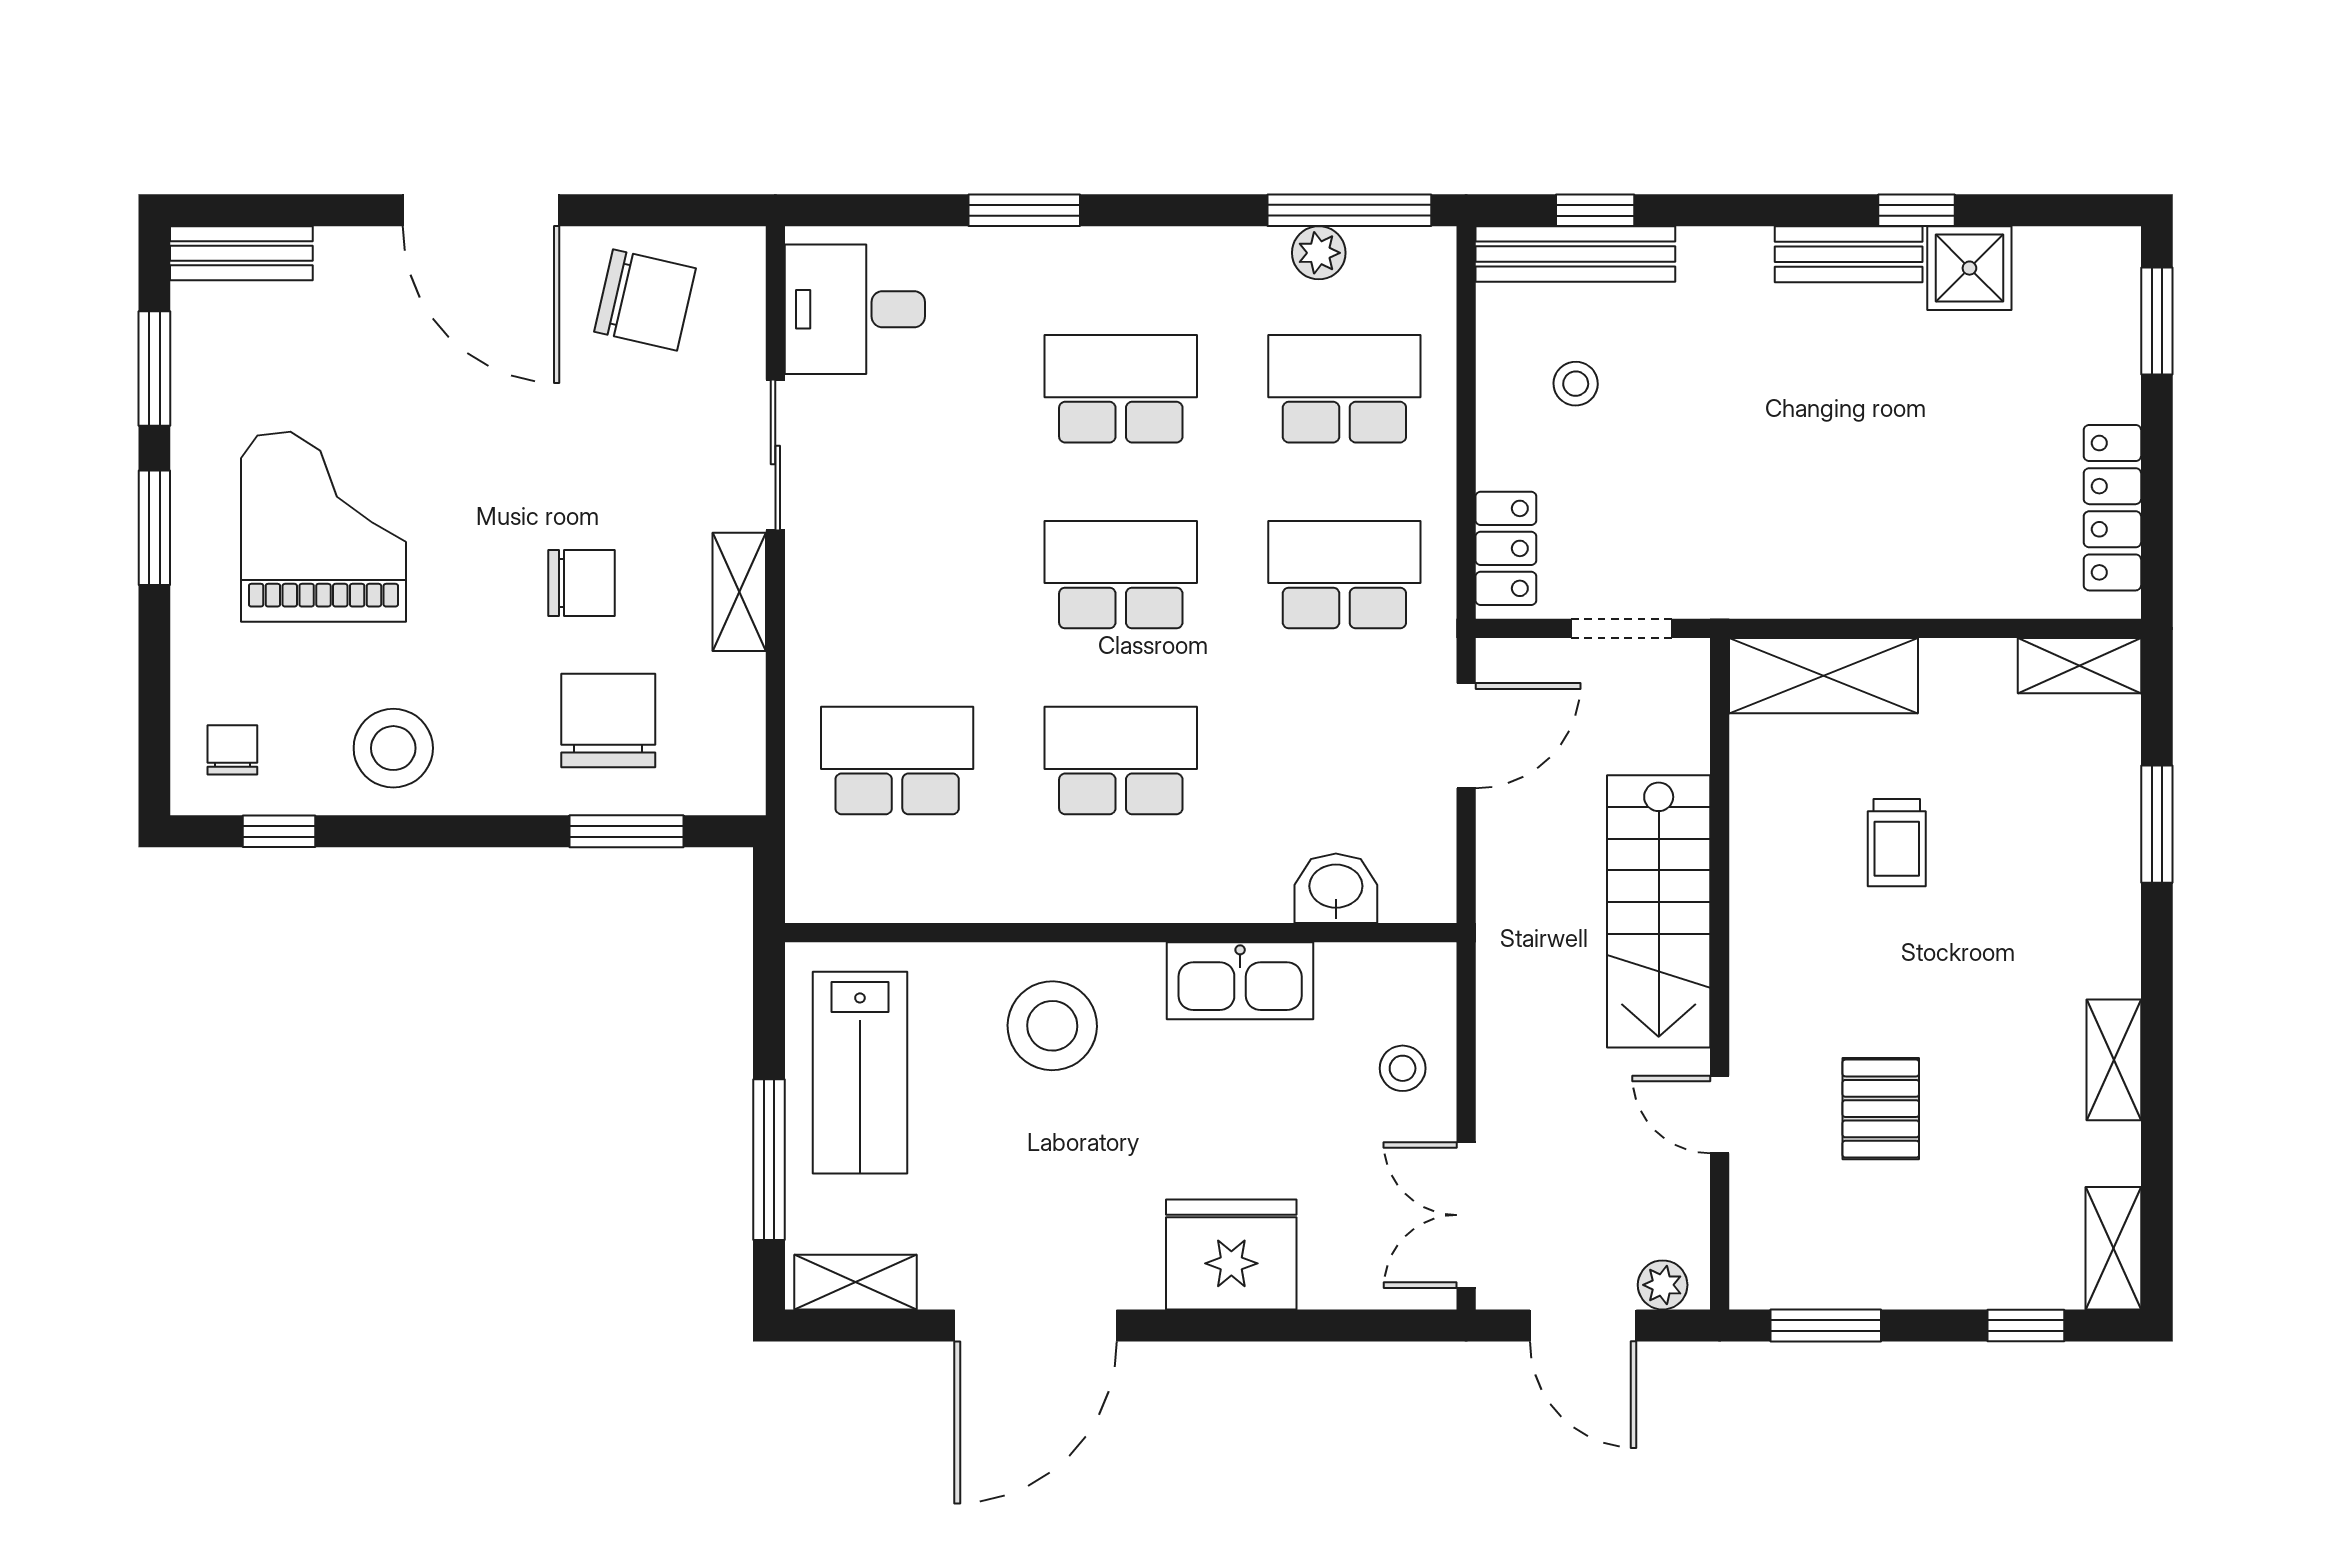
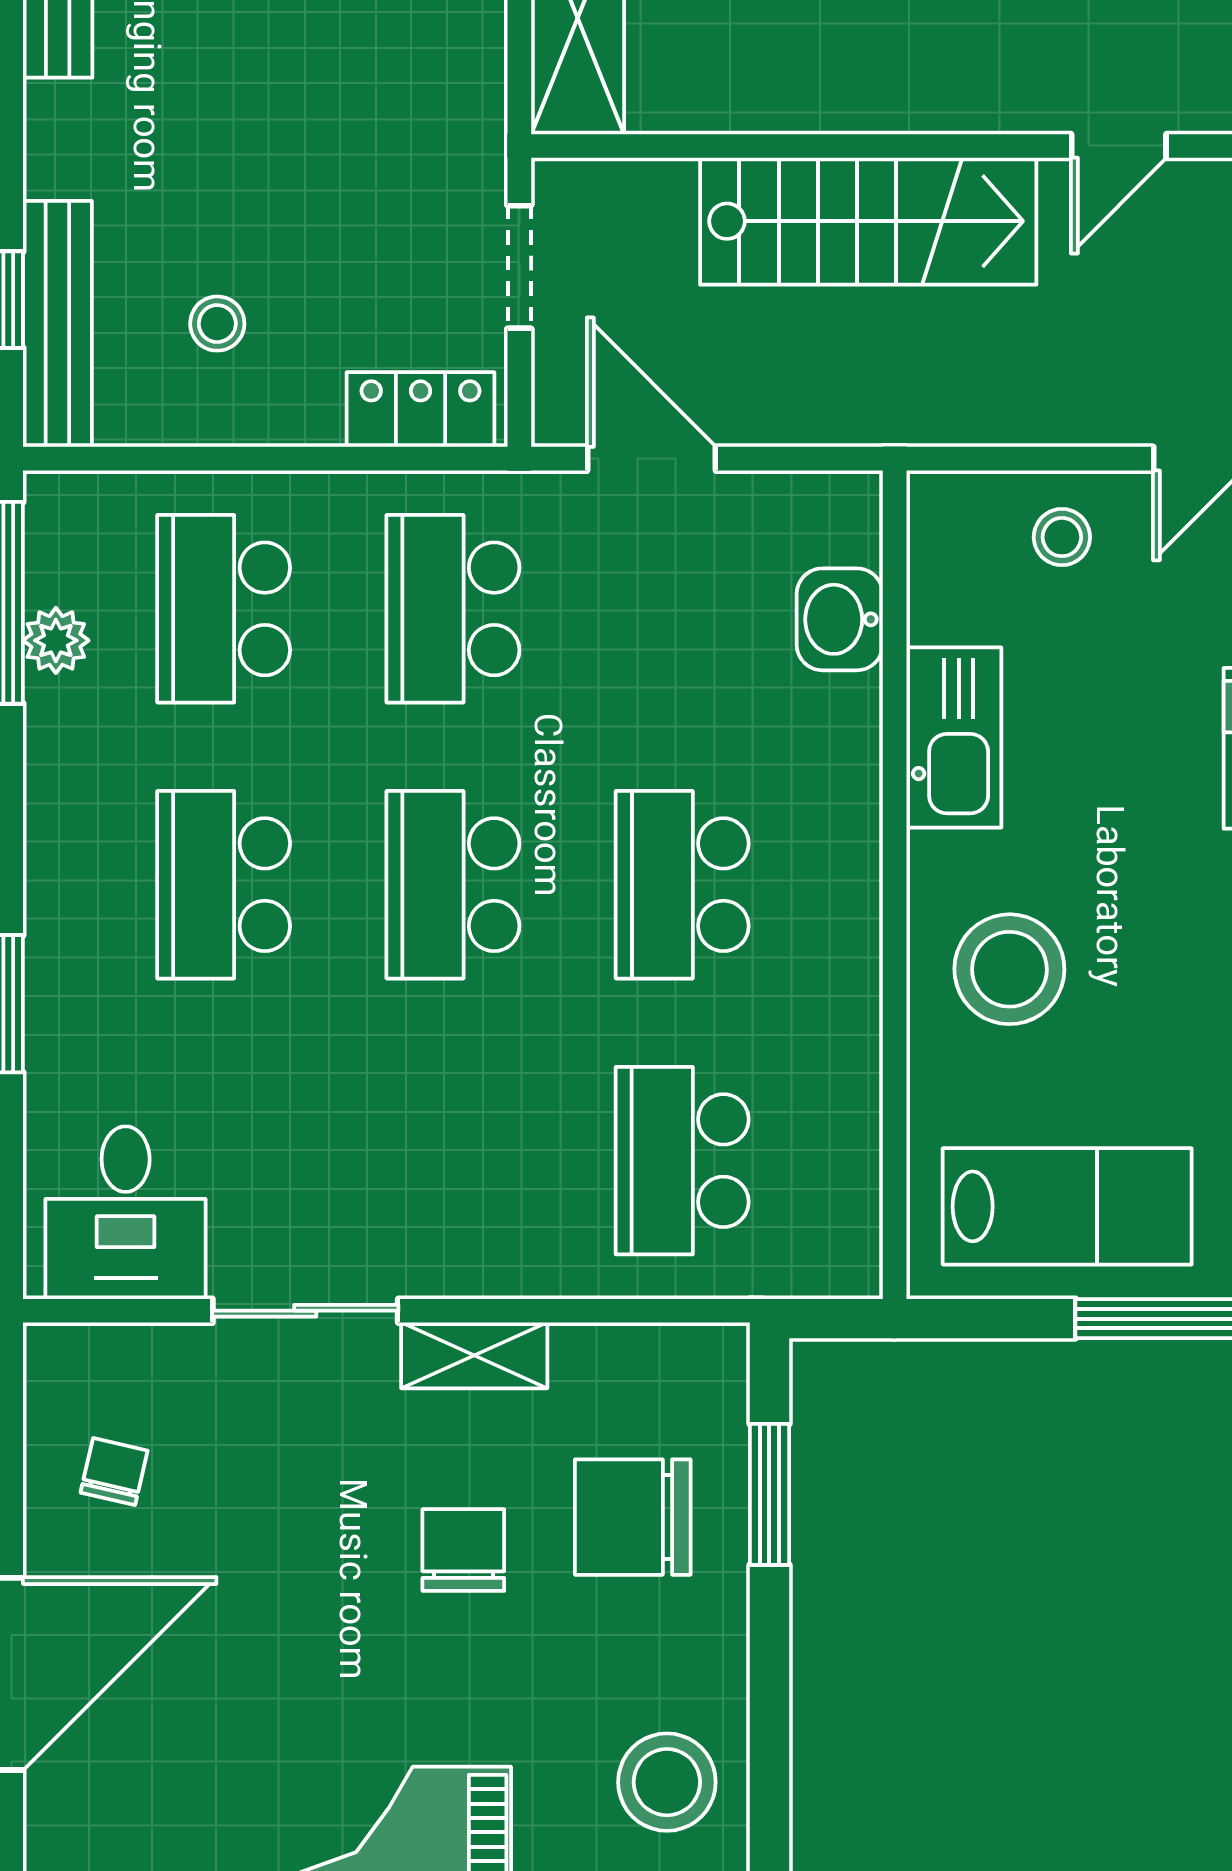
chair: (645, 300) -> (114, 1472), width x0.54, depth x0.54

